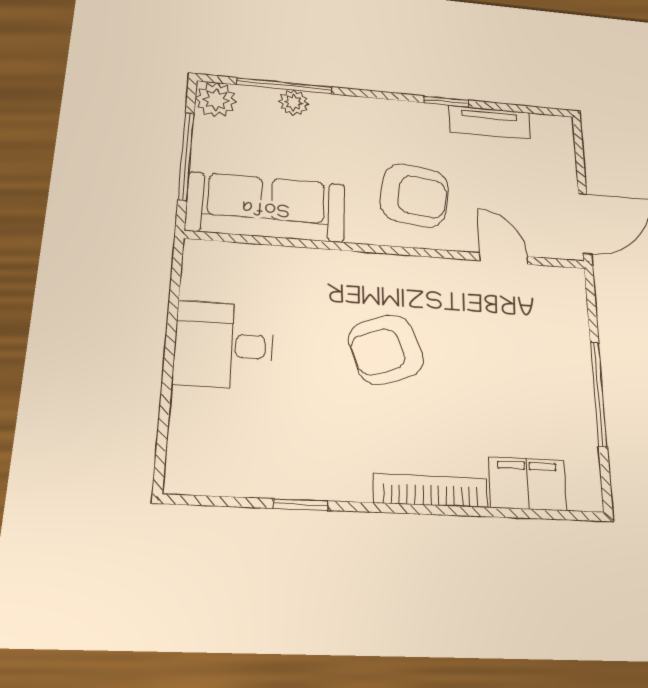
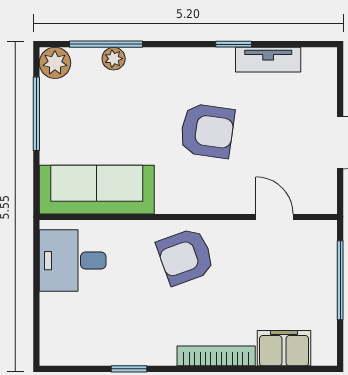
sofa: (266, 207) -> (97, 190), moved
wall: (390, 250) -> (188, 217), moved
door: (504, 259) -> (275, 217), moved

